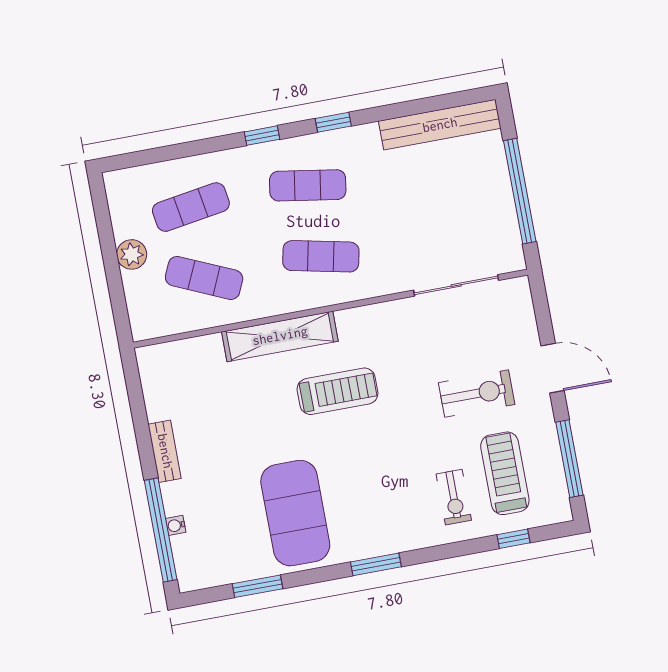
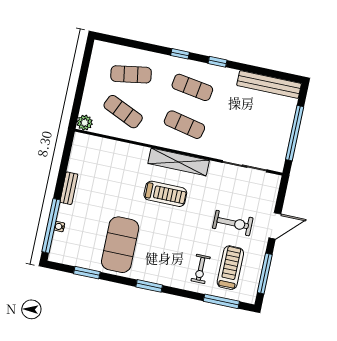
plant: (132, 254) -> (85, 123), moved
shelving: (280, 336) -> (179, 162), moved
door: (553, 368) -> (275, 226), hinge flipped
window: (514, 539) -> (221, 301), width x2.17

